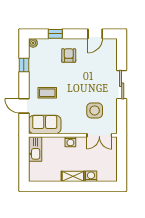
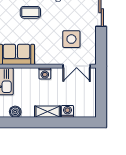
coffee table: (47, 93) -> (30, 12), moved
boiler: (43, 177) -> (15, 112), added

